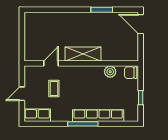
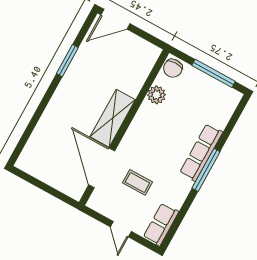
door: (51, 63) -> (102, 168), width x1.87
window: (141, 98) -> (214, 73), width x2.17
row of seats: (98, 116) -> (201, 152), width x0.73

